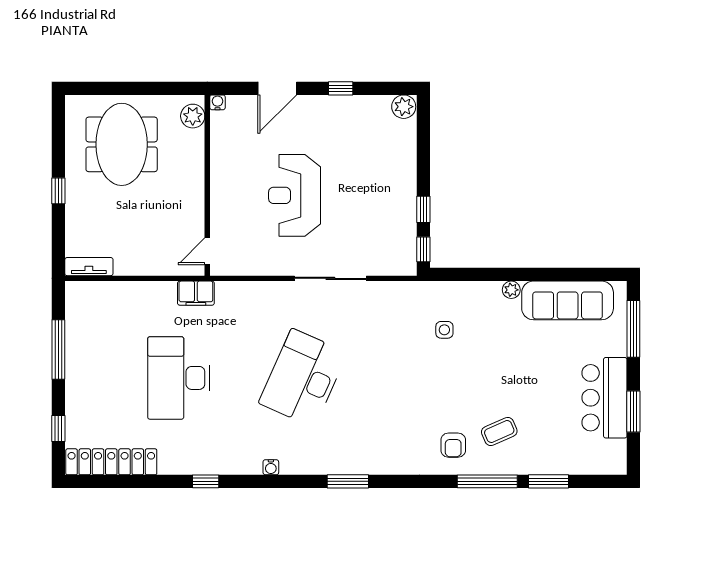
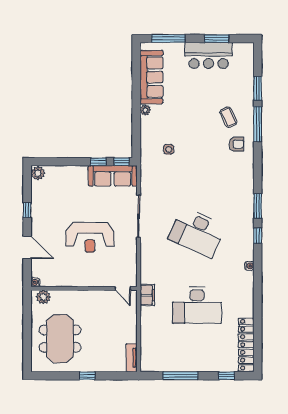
meeting table: (122, 144) -> (60, 339), turned 90
sofa: (399, 234) -> (113, 176), added
water cooler: (271, 467) -> (249, 266), moved
window: (206, 481) -> (258, 236), moved

